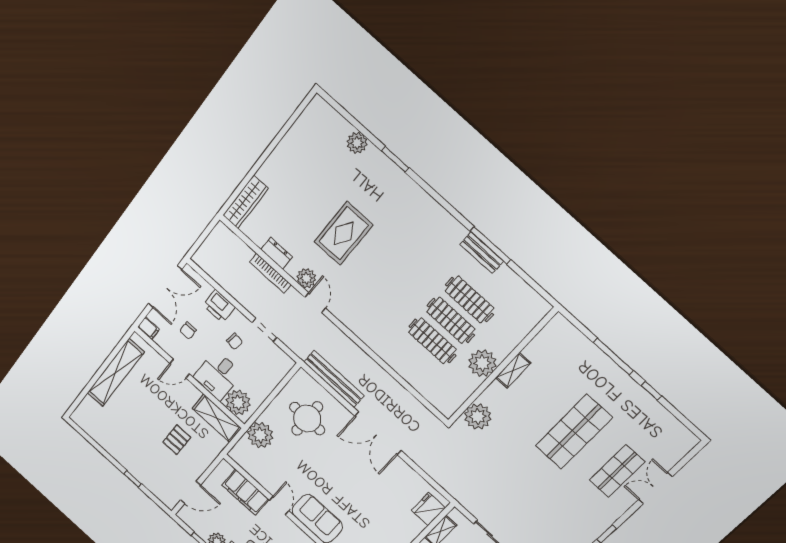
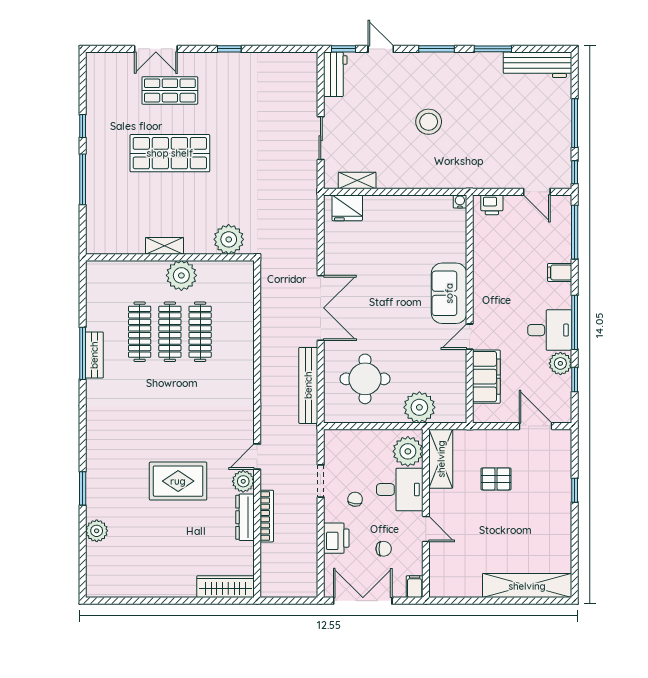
dresser: (277, 253) -> (245, 517), width x1.44
shelving: (116, 373) -> (527, 586), moved

